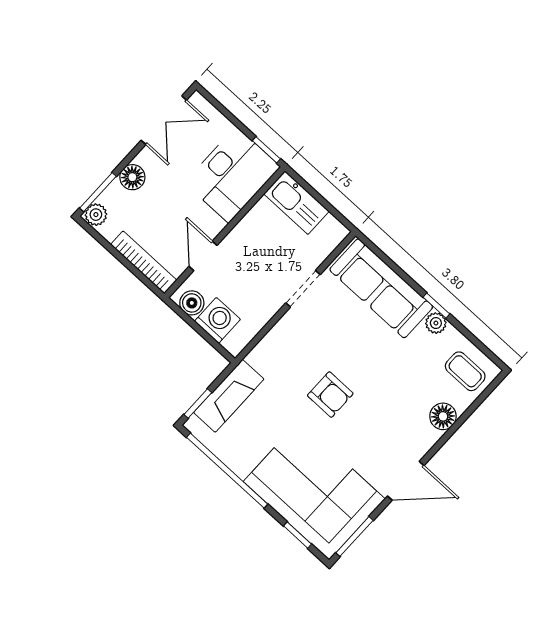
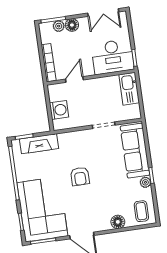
plant: (96, 215) -> (59, 26), moved
boiler: (192, 303) -> (55, 95), removed

